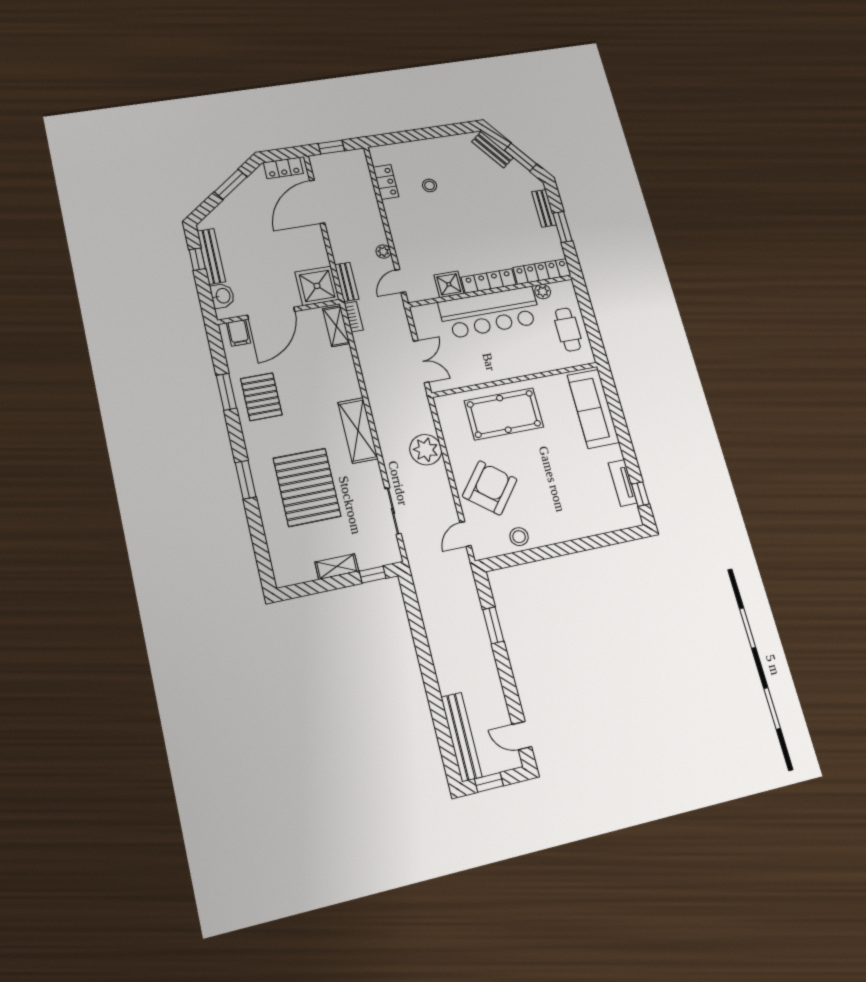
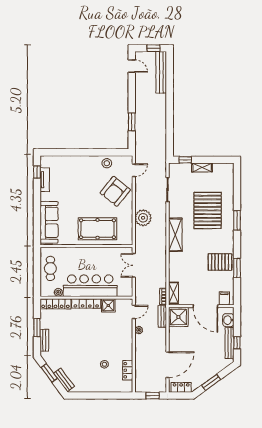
door: (271, 313) -> (205, 306), swing flipped
pallet: (261, 397) -> (220, 262), turned 90

